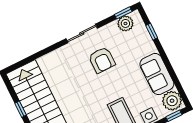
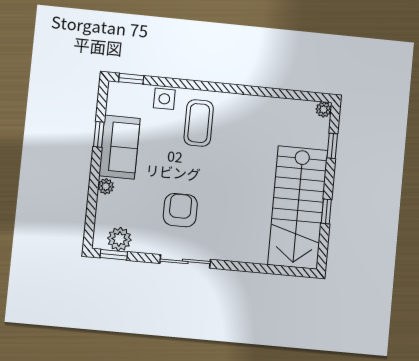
window: (152, 32) -> (99, 134), moved
plant: (172, 101) -> (106, 186), moved, width x0.53, depth x0.53

